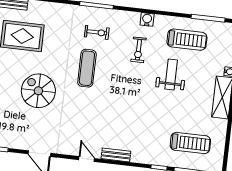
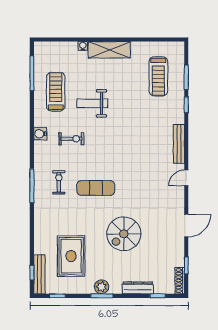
treadmill: (190, 143) -> (158, 76), turned 180
bench: (116, 155) -> (179, 144), width x1.36

